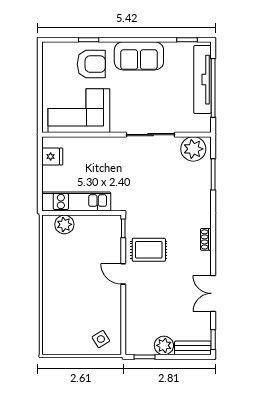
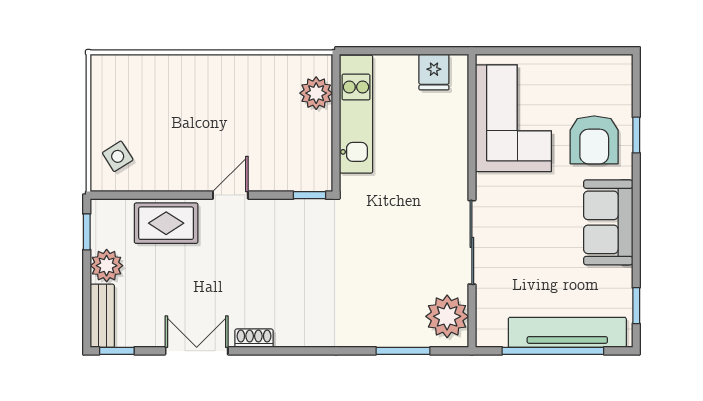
shoe rack: (206, 239) -> (254, 338), moved
rug: (149, 250) -> (166, 223), moved, turned 90

